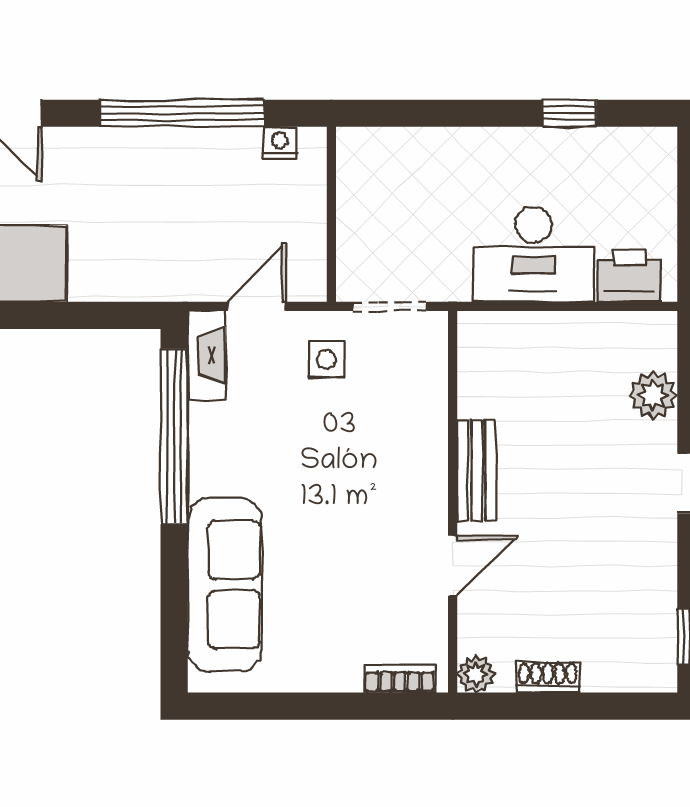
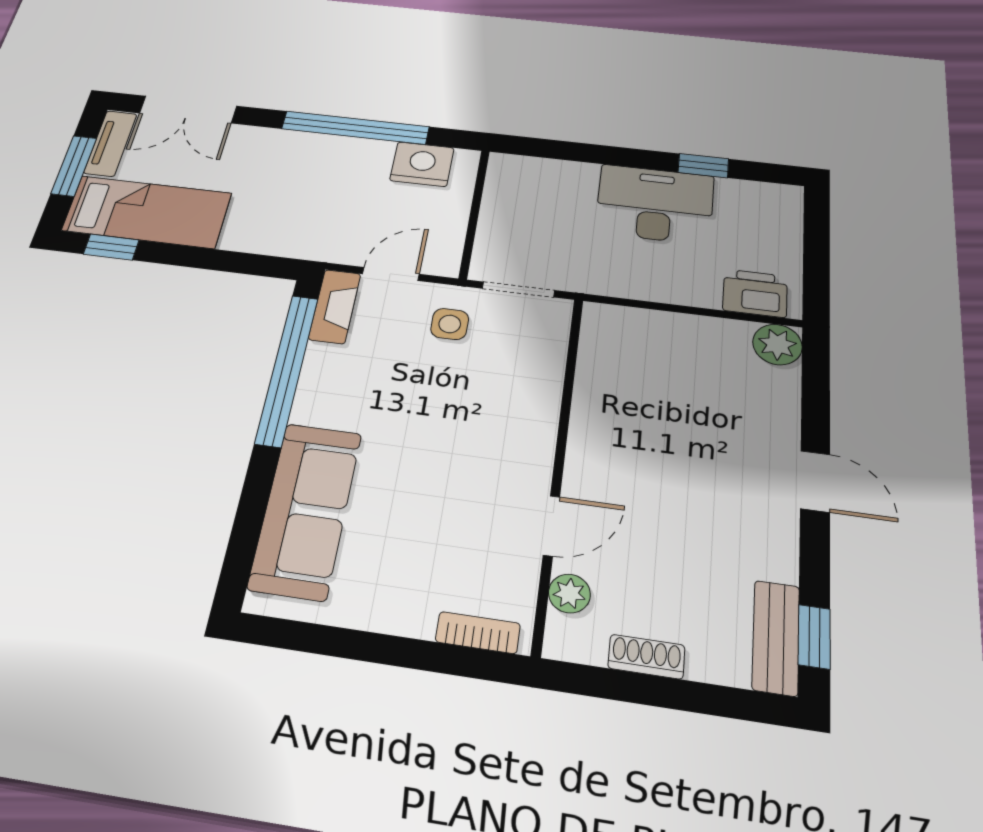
nightstand: (280, 142) -> (422, 164), width x1.89, depth x1.79
desk: (534, 254) -> (655, 204), moved, turned 180
plant: (653, 395) -> (777, 344), moved
bench: (477, 471) -> (776, 637), moved
plant: (476, 674) -> (569, 594), moved

